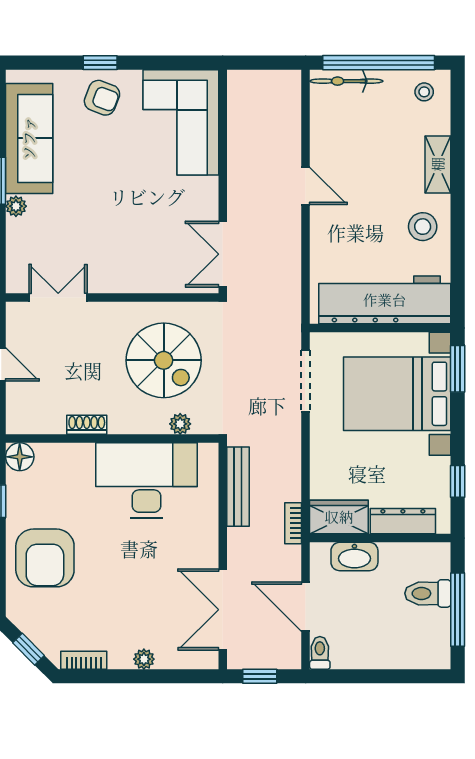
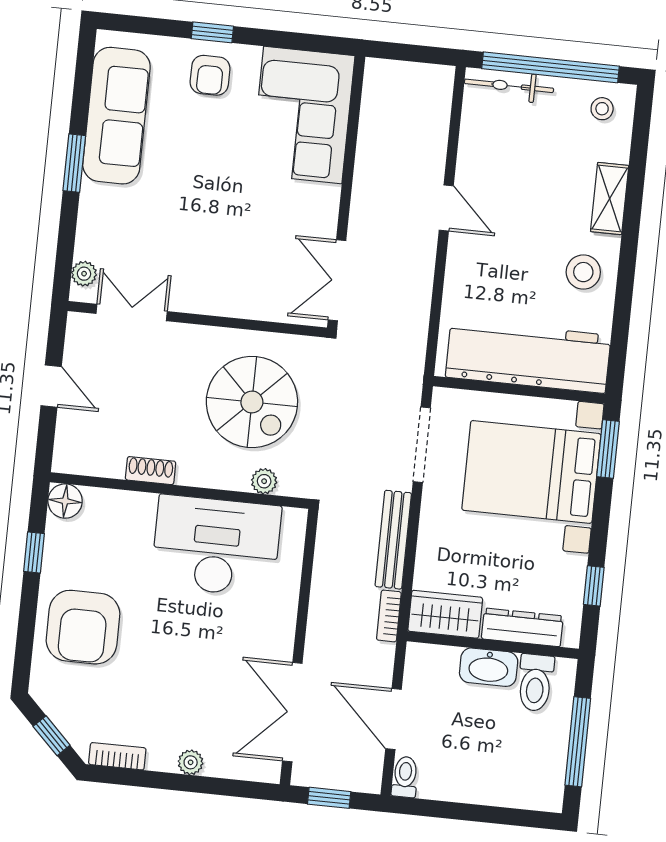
armchair: (102, 98) -> (210, 75), turned 69
plant: (16, 206) -> (84, 274), moved
bench: (238, 487) -> (393, 540), moved
washbasin: (354, 557) -> (489, 667), moved
toilet: (428, 593) -> (535, 683), moved, turned -90

